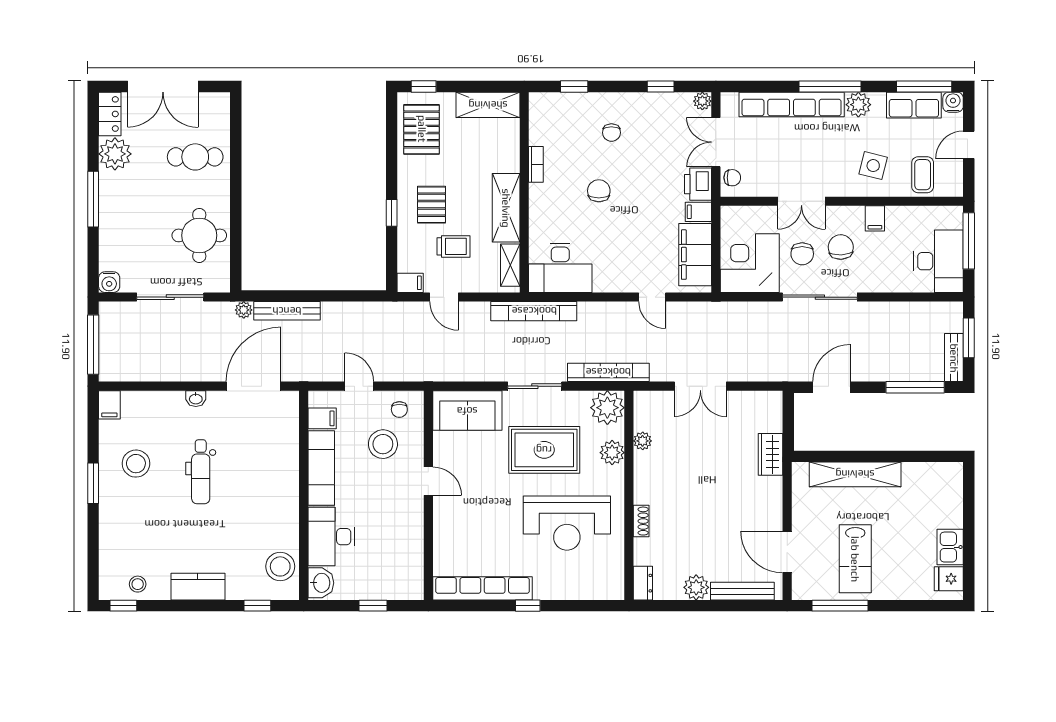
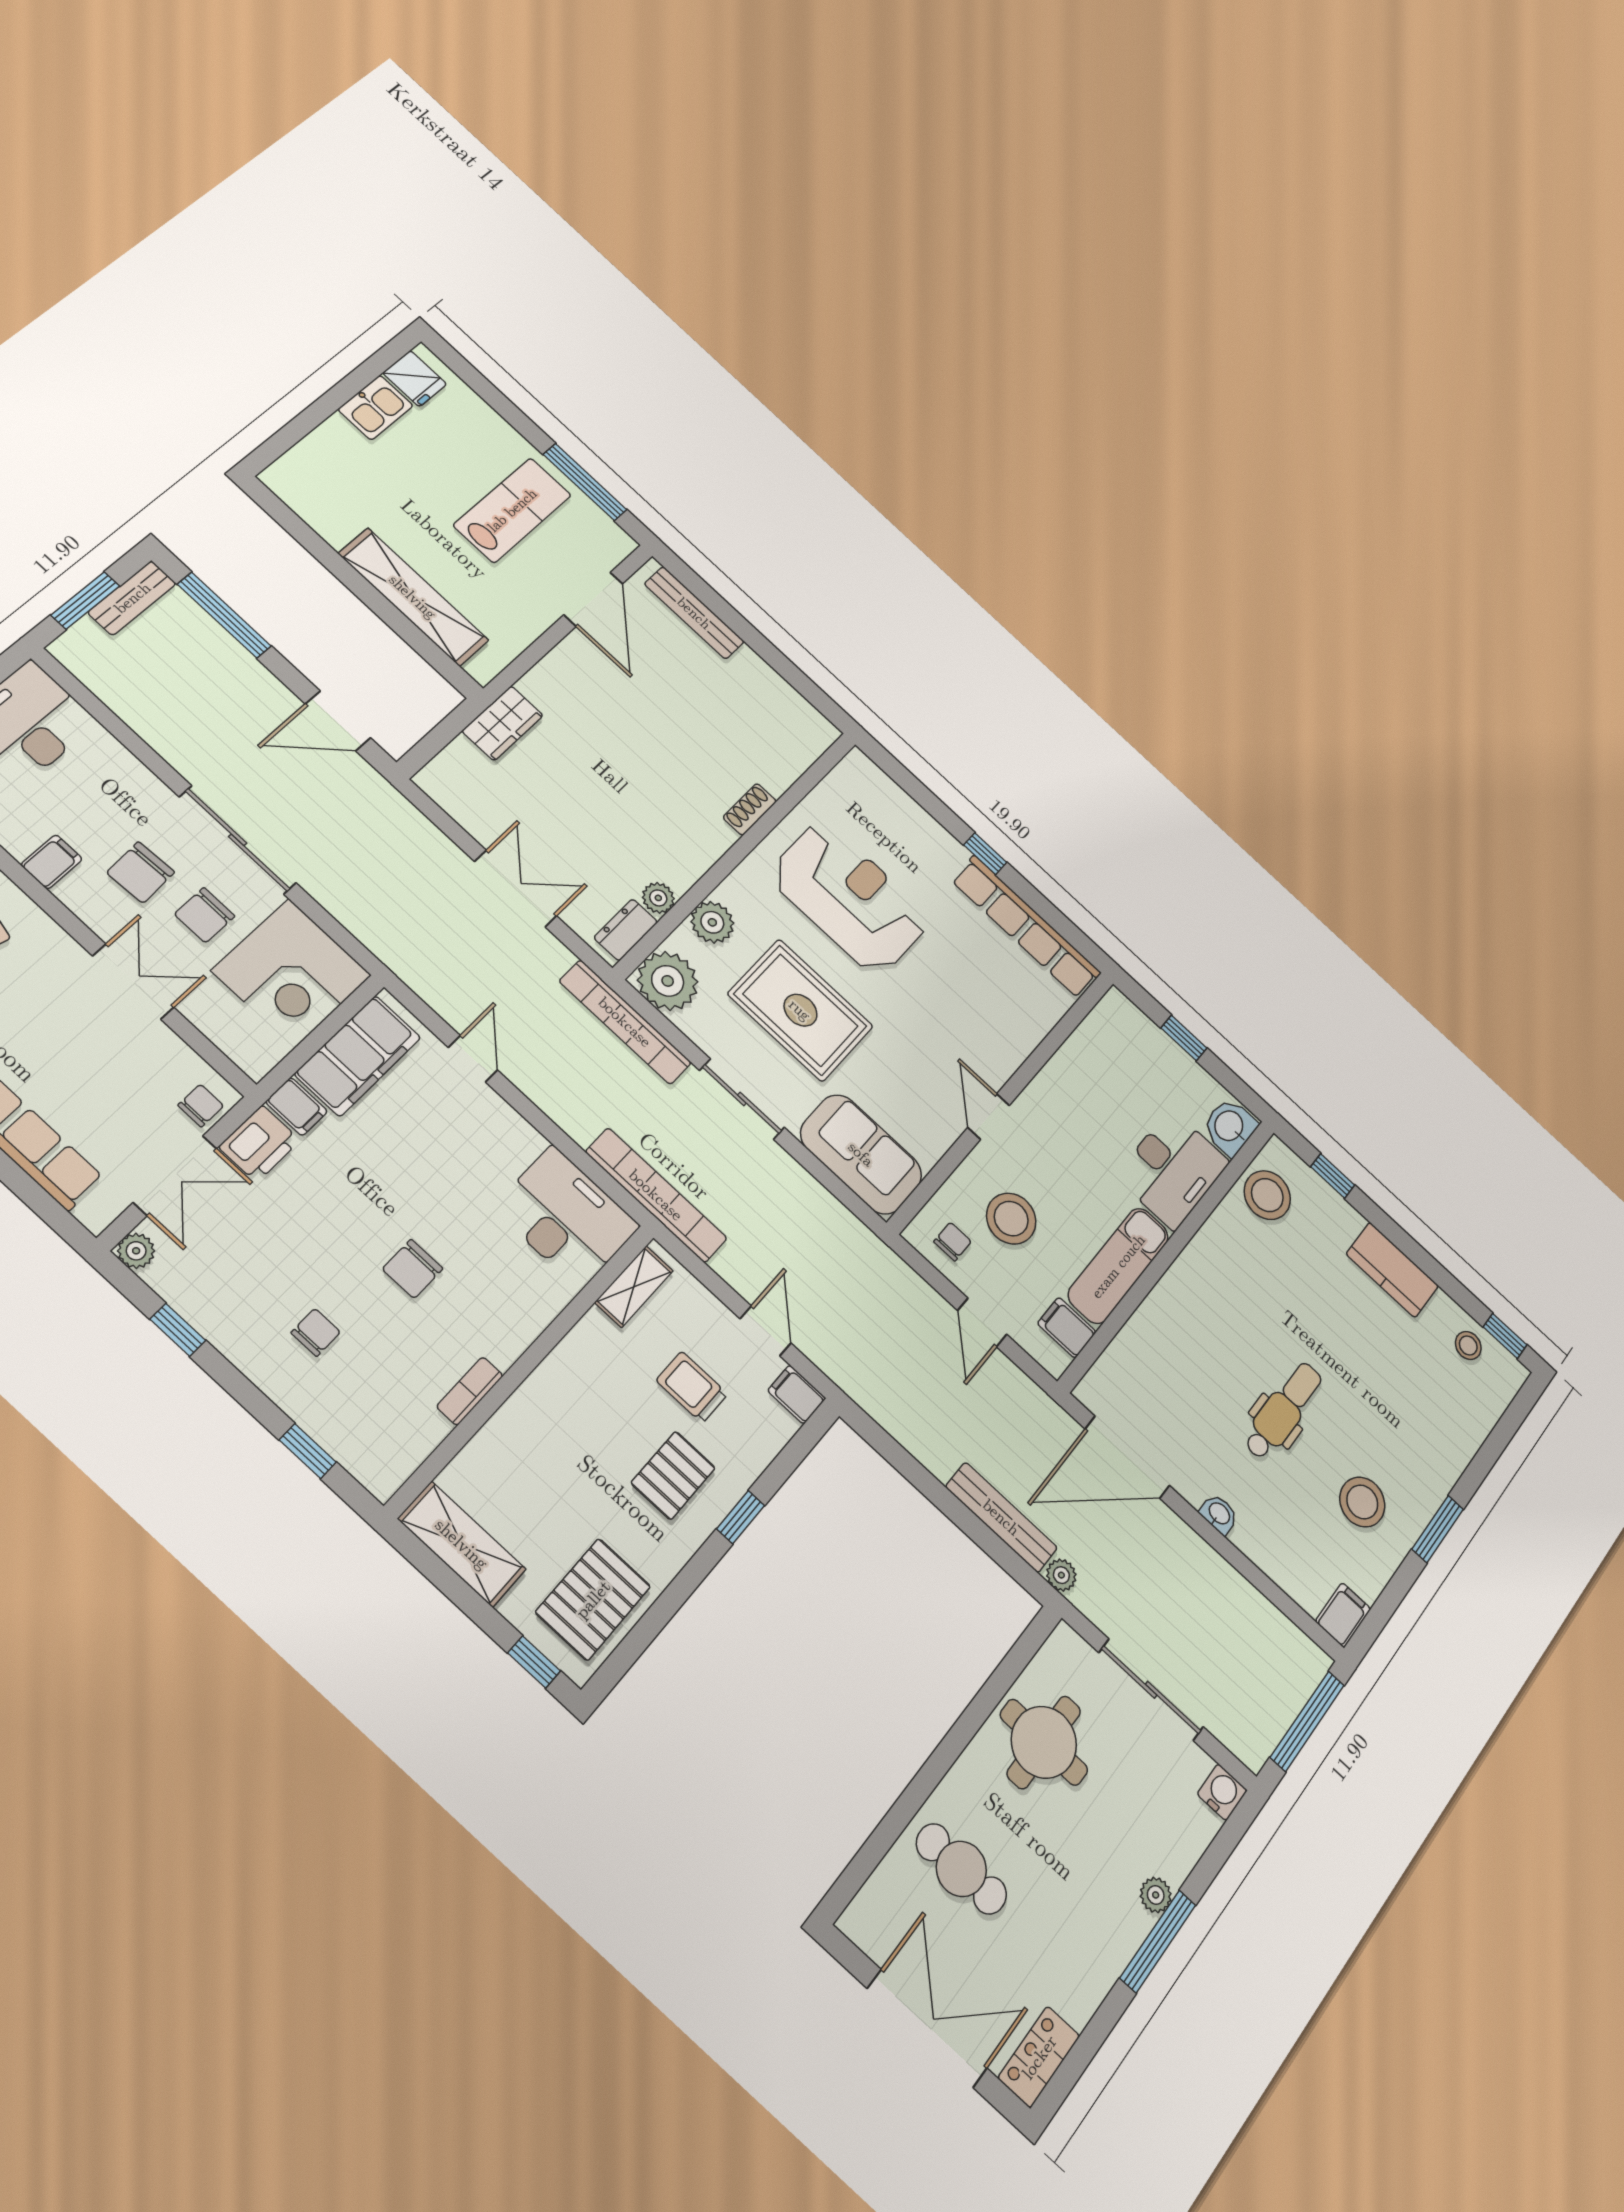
plant: (115, 154) -> (1156, 1895), moved, width x0.53, depth x0.53
chair: (732, 178) -> (201, 1106), turned 90
shelving: (506, 208) -> (569, 1370), removed
chair: (802, 254) -> (205, 915), turned 180
dresser: (643, 583) -> (626, 930), moved
plant: (696, 587) -> (750, 672), removed

